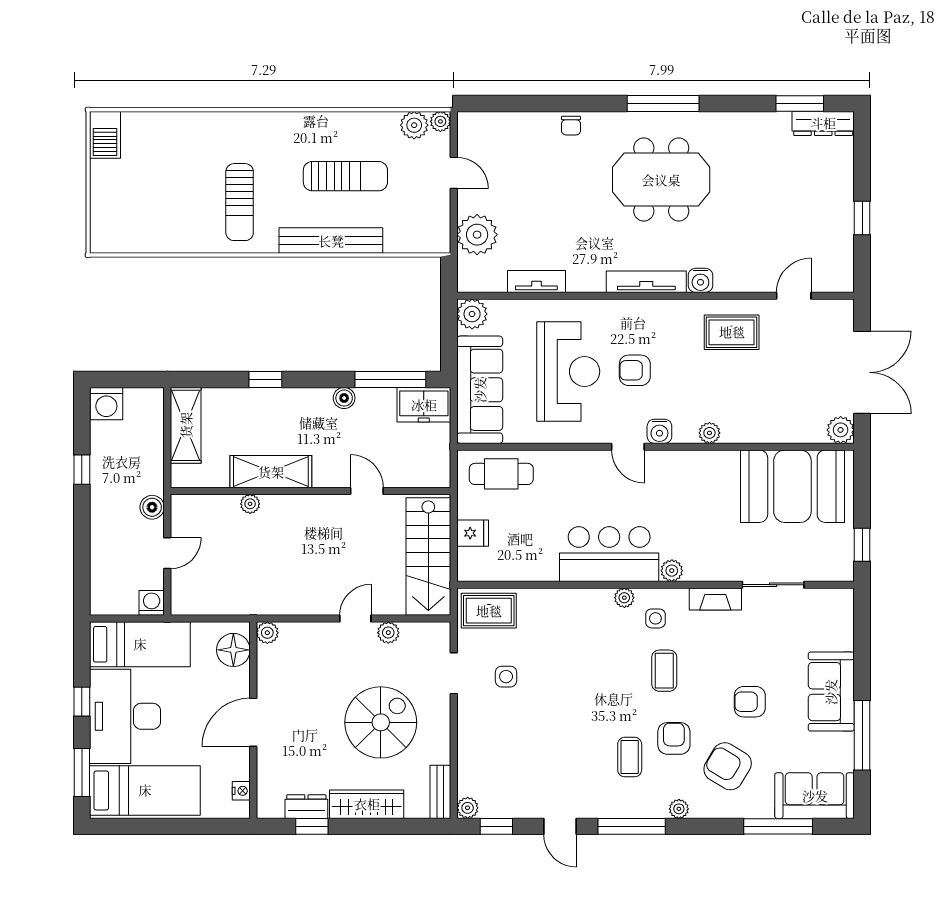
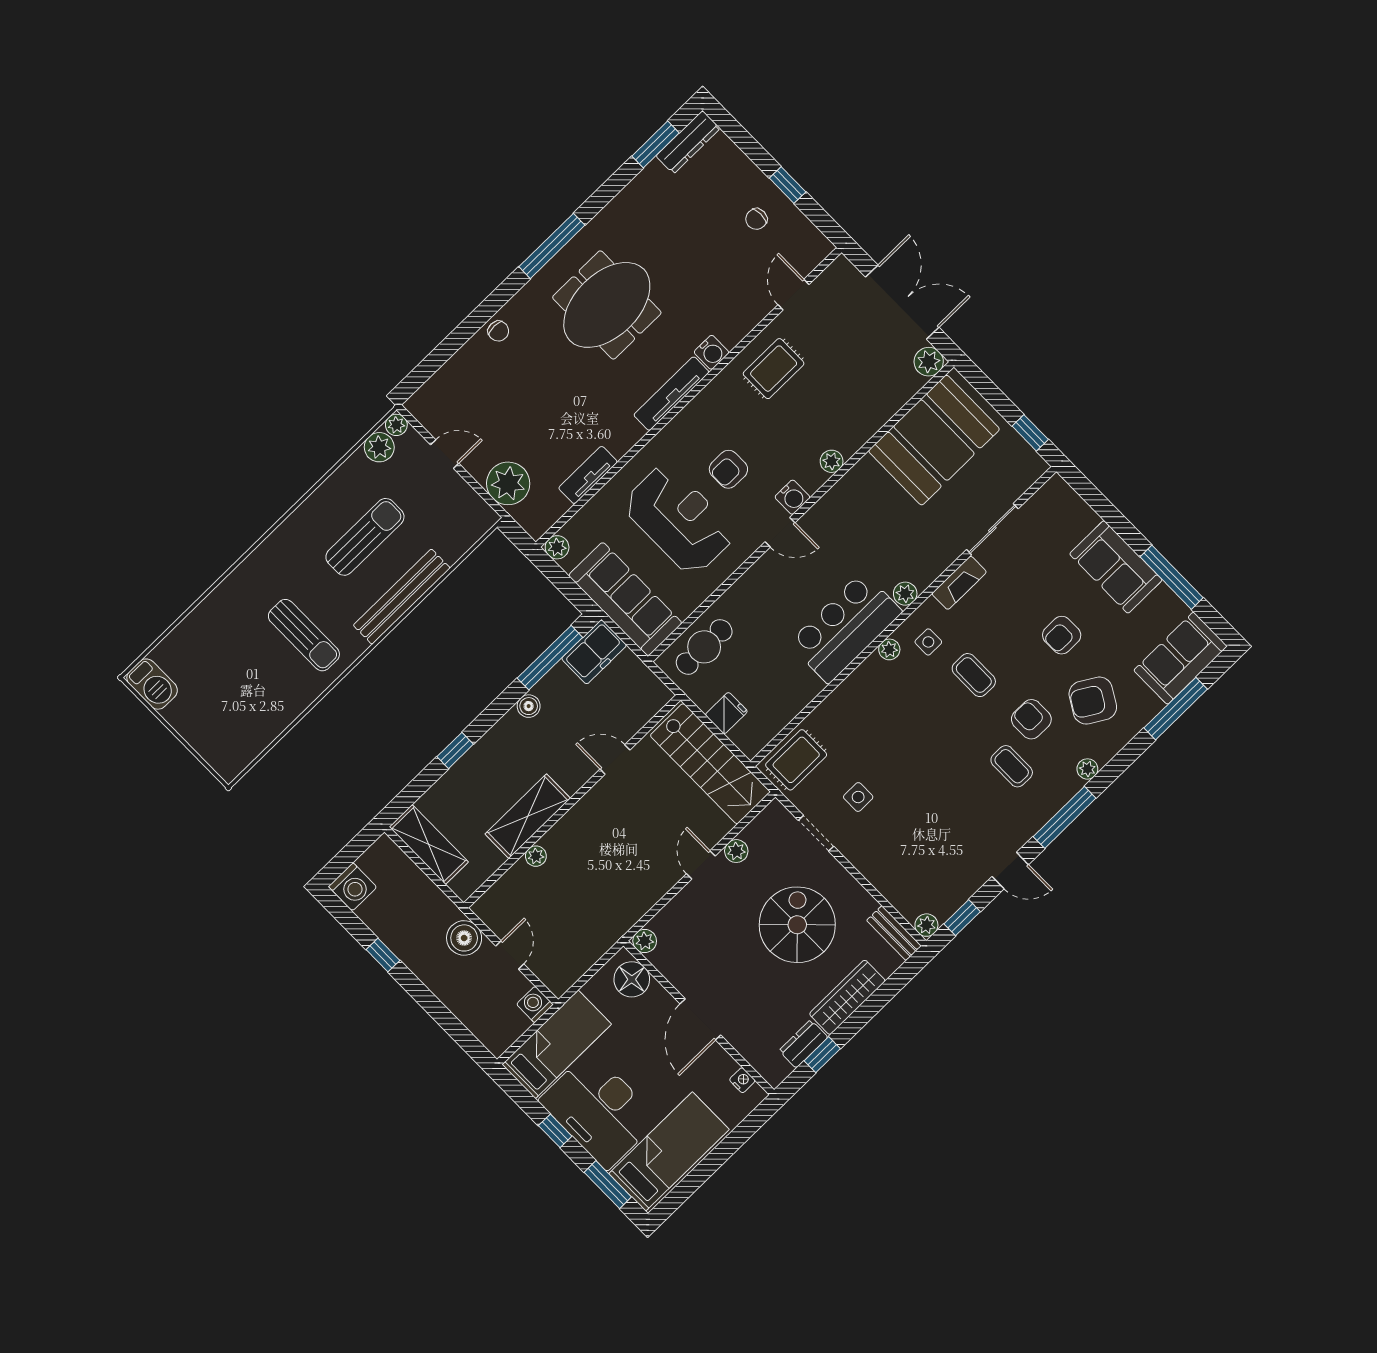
chair: (819, 220) -> (756, 219), added
plant: (472, 314) -> (557, 547), width x0.73, depth x0.73
boiler: (152, 507) -> (464, 938), width x1.36, depth x1.36

